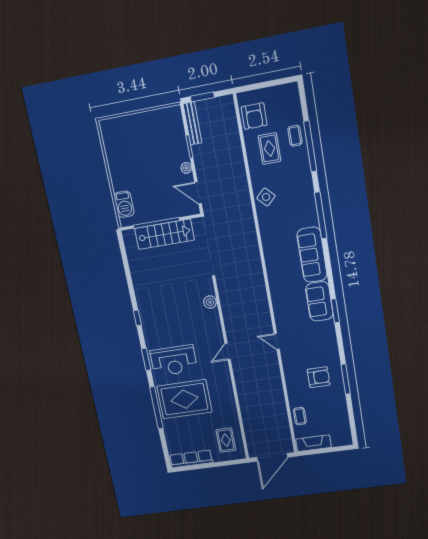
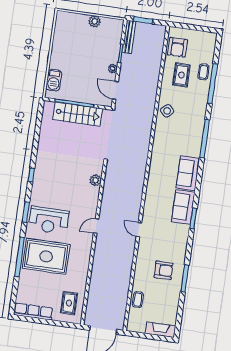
plant: (146, 119) -> (95, 21), added
sofa: (312, 255) -> (188, 173), width x0.73
fireplace: (313, 443) -> (160, 330), moved

